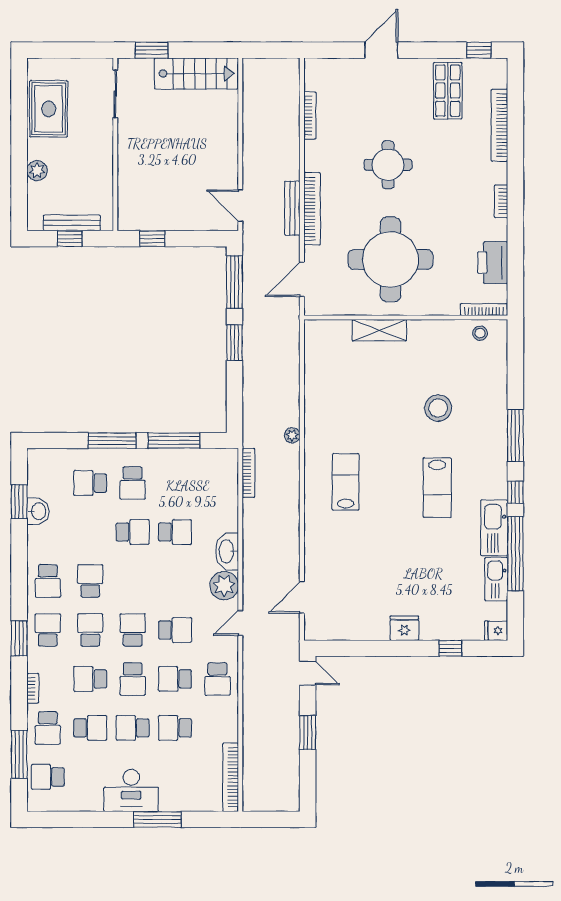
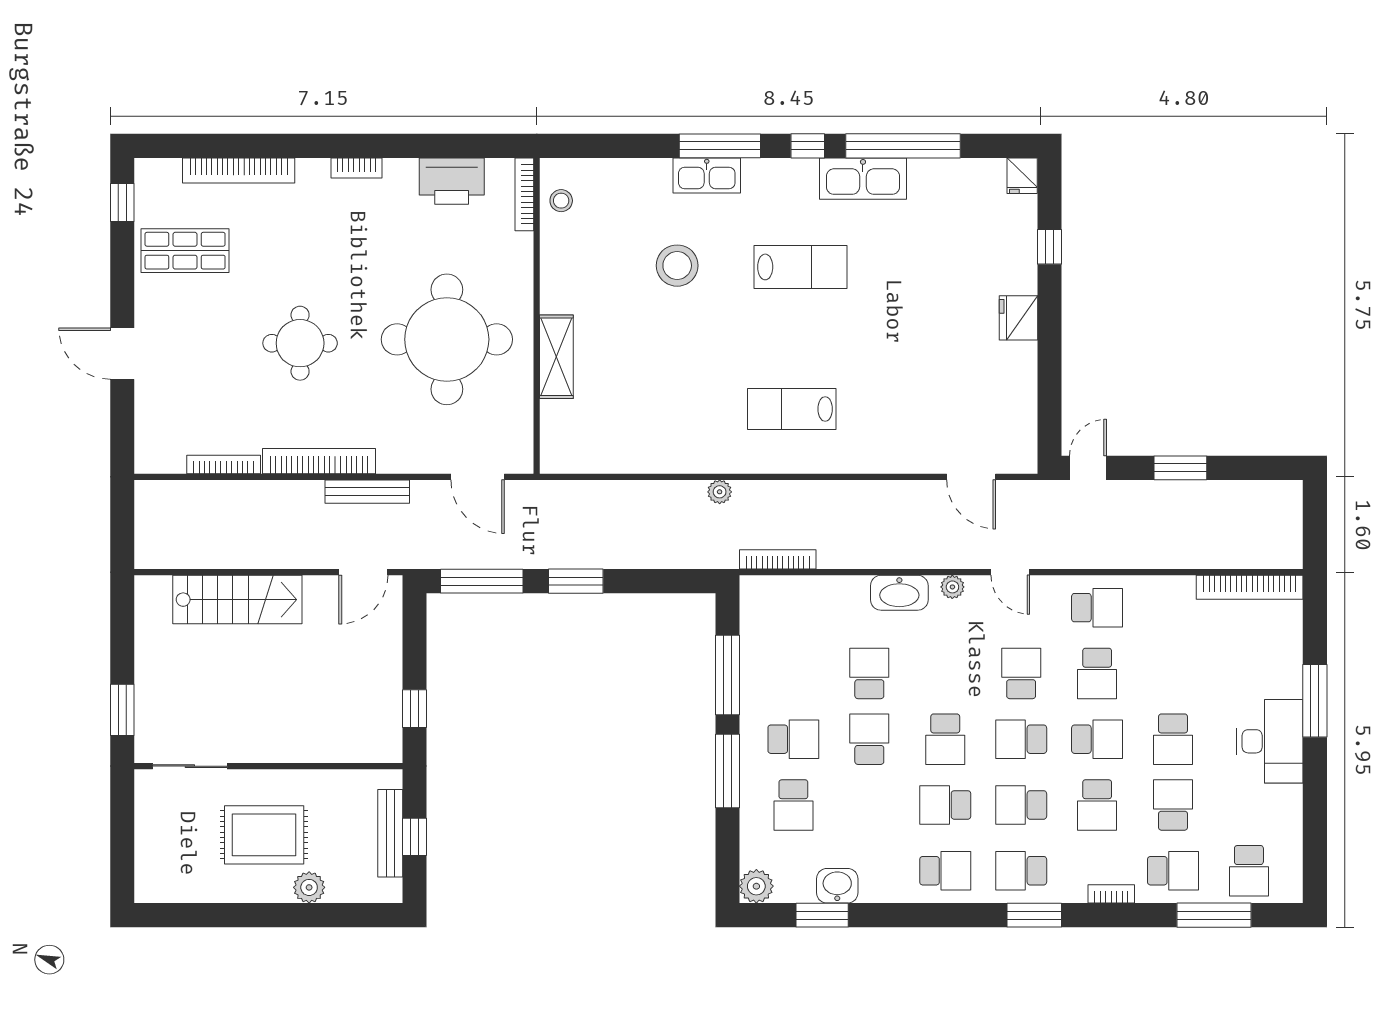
stairs: (196, 73) -> (237, 600), moved, turned 90
rug: (49, 109) -> (264, 835), moved
bookcase: (312, 209) -> (319, 461), moved
plant: (38, 459) -> (756, 886), added
kitchen sink: (496, 579) -> (707, 176), moved
plant: (224, 586) -> (952, 587), width x0.53, depth x0.53
school desk: (175, 728) -> (945, 739), moved

